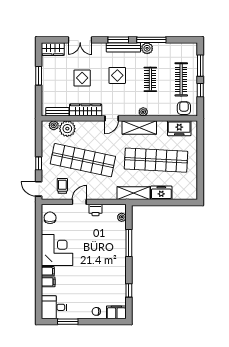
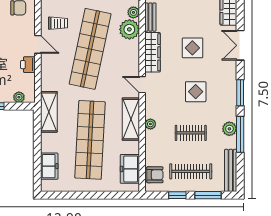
bench: (123, 47) -> (231, 170), moved
freezer: (161, 193) -> (49, 166), moved

